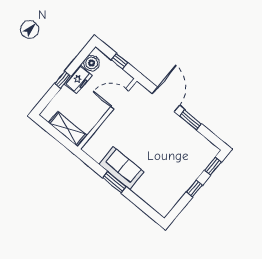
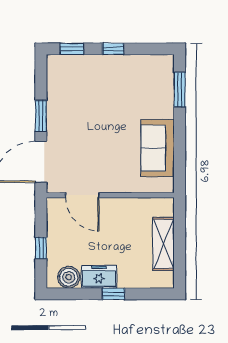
door: (120, 99) -> (82, 195), moved
wall: (107, 114) -> (110, 195), moved
window: (114, 182) -> (180, 89), moved

